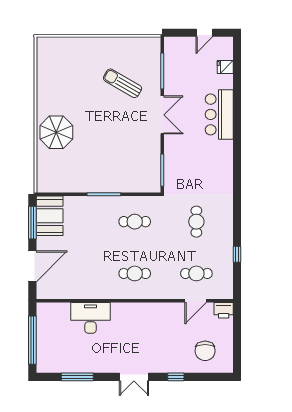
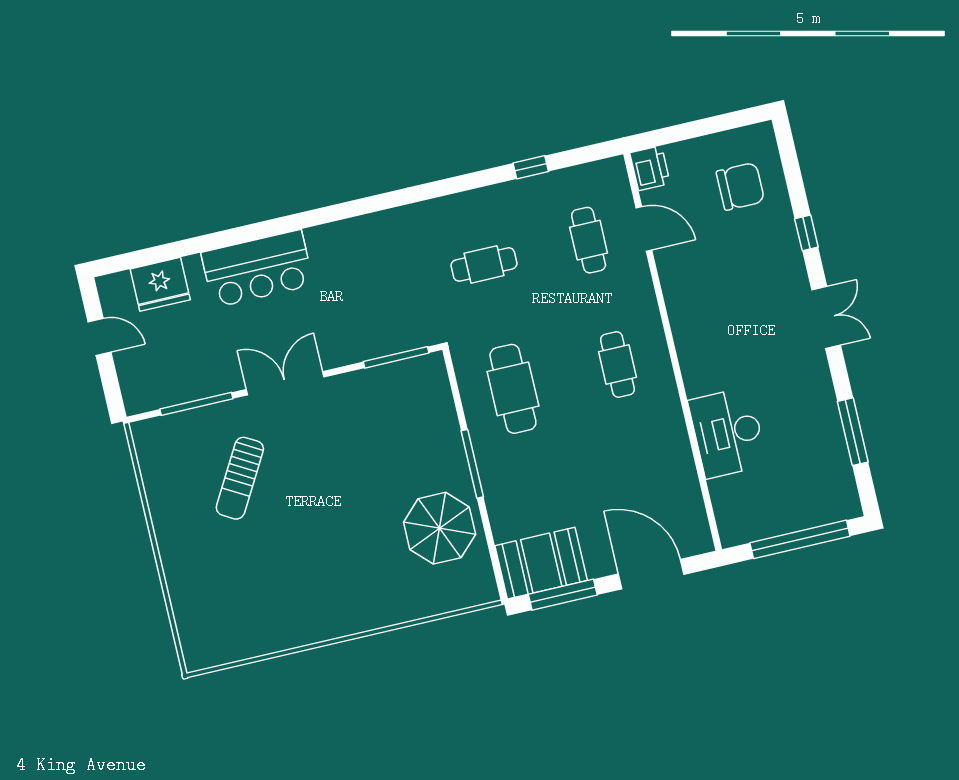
fridge: (225, 67) -> (160, 284), width x1.88, depth x1.34
parasol: (56, 132) -> (440, 528), moved
cafe table: (135, 222) -> (513, 389), width x1.37, depth x1.35

